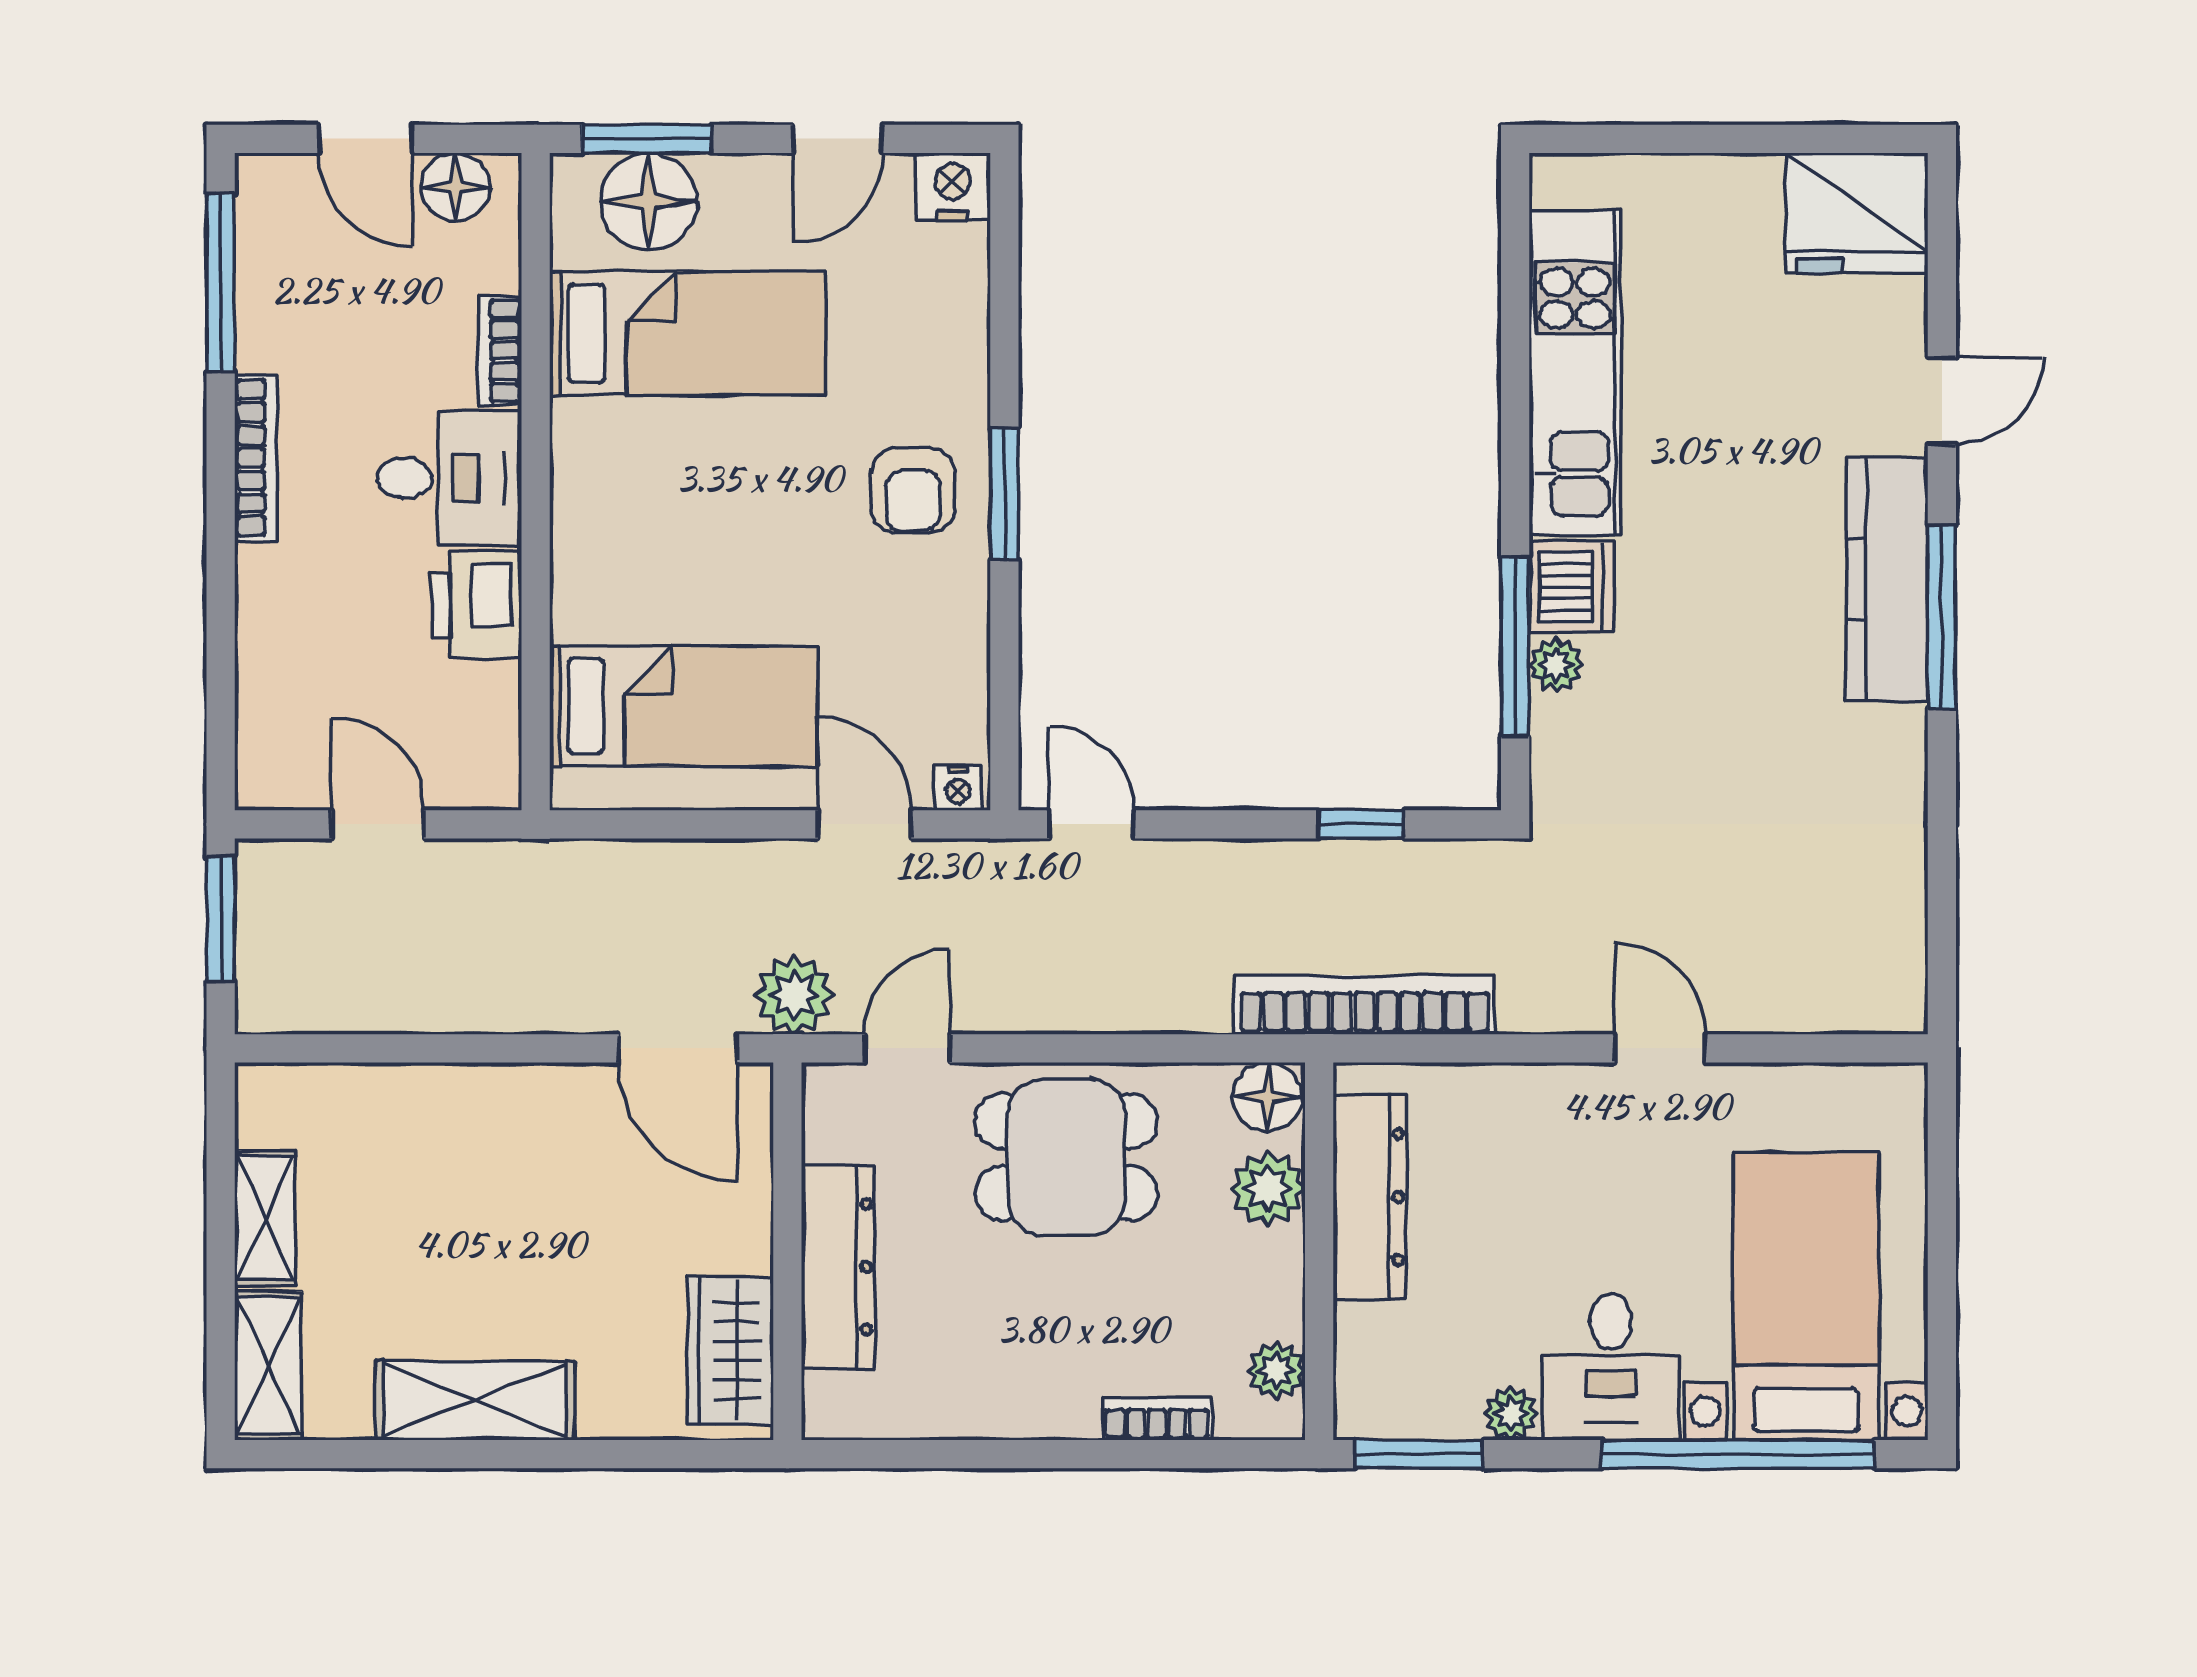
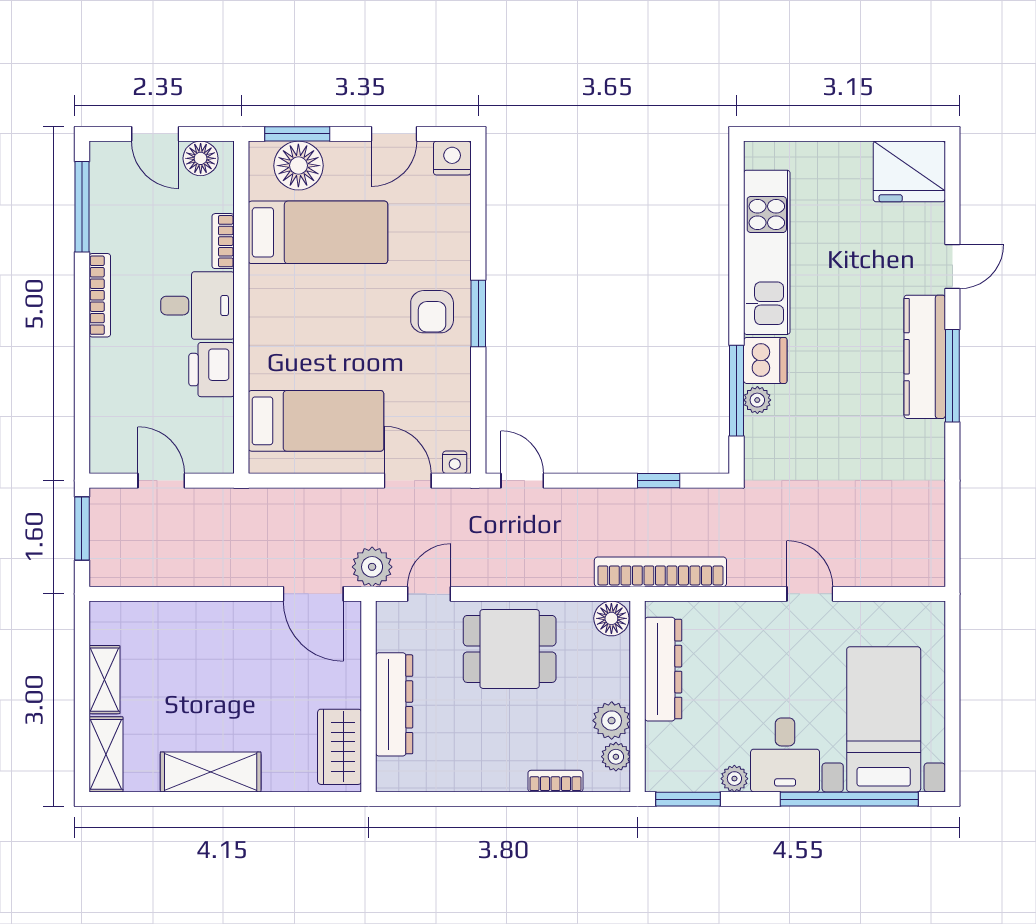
plant: (1268, 1188) -> (612, 721), moved

